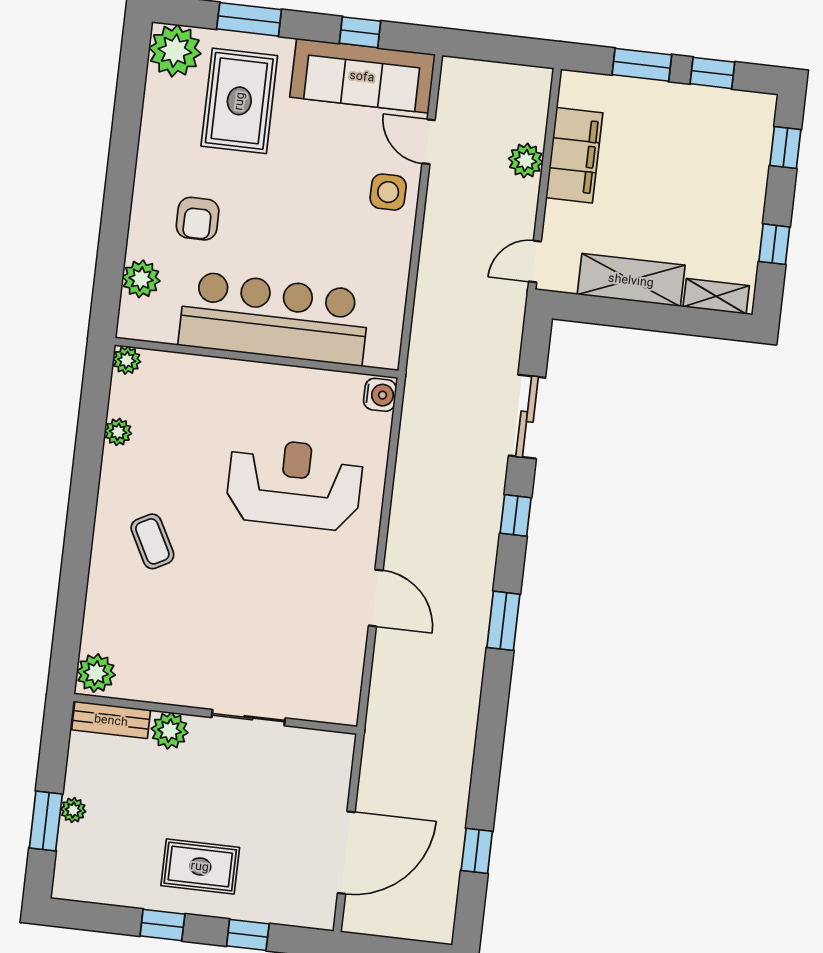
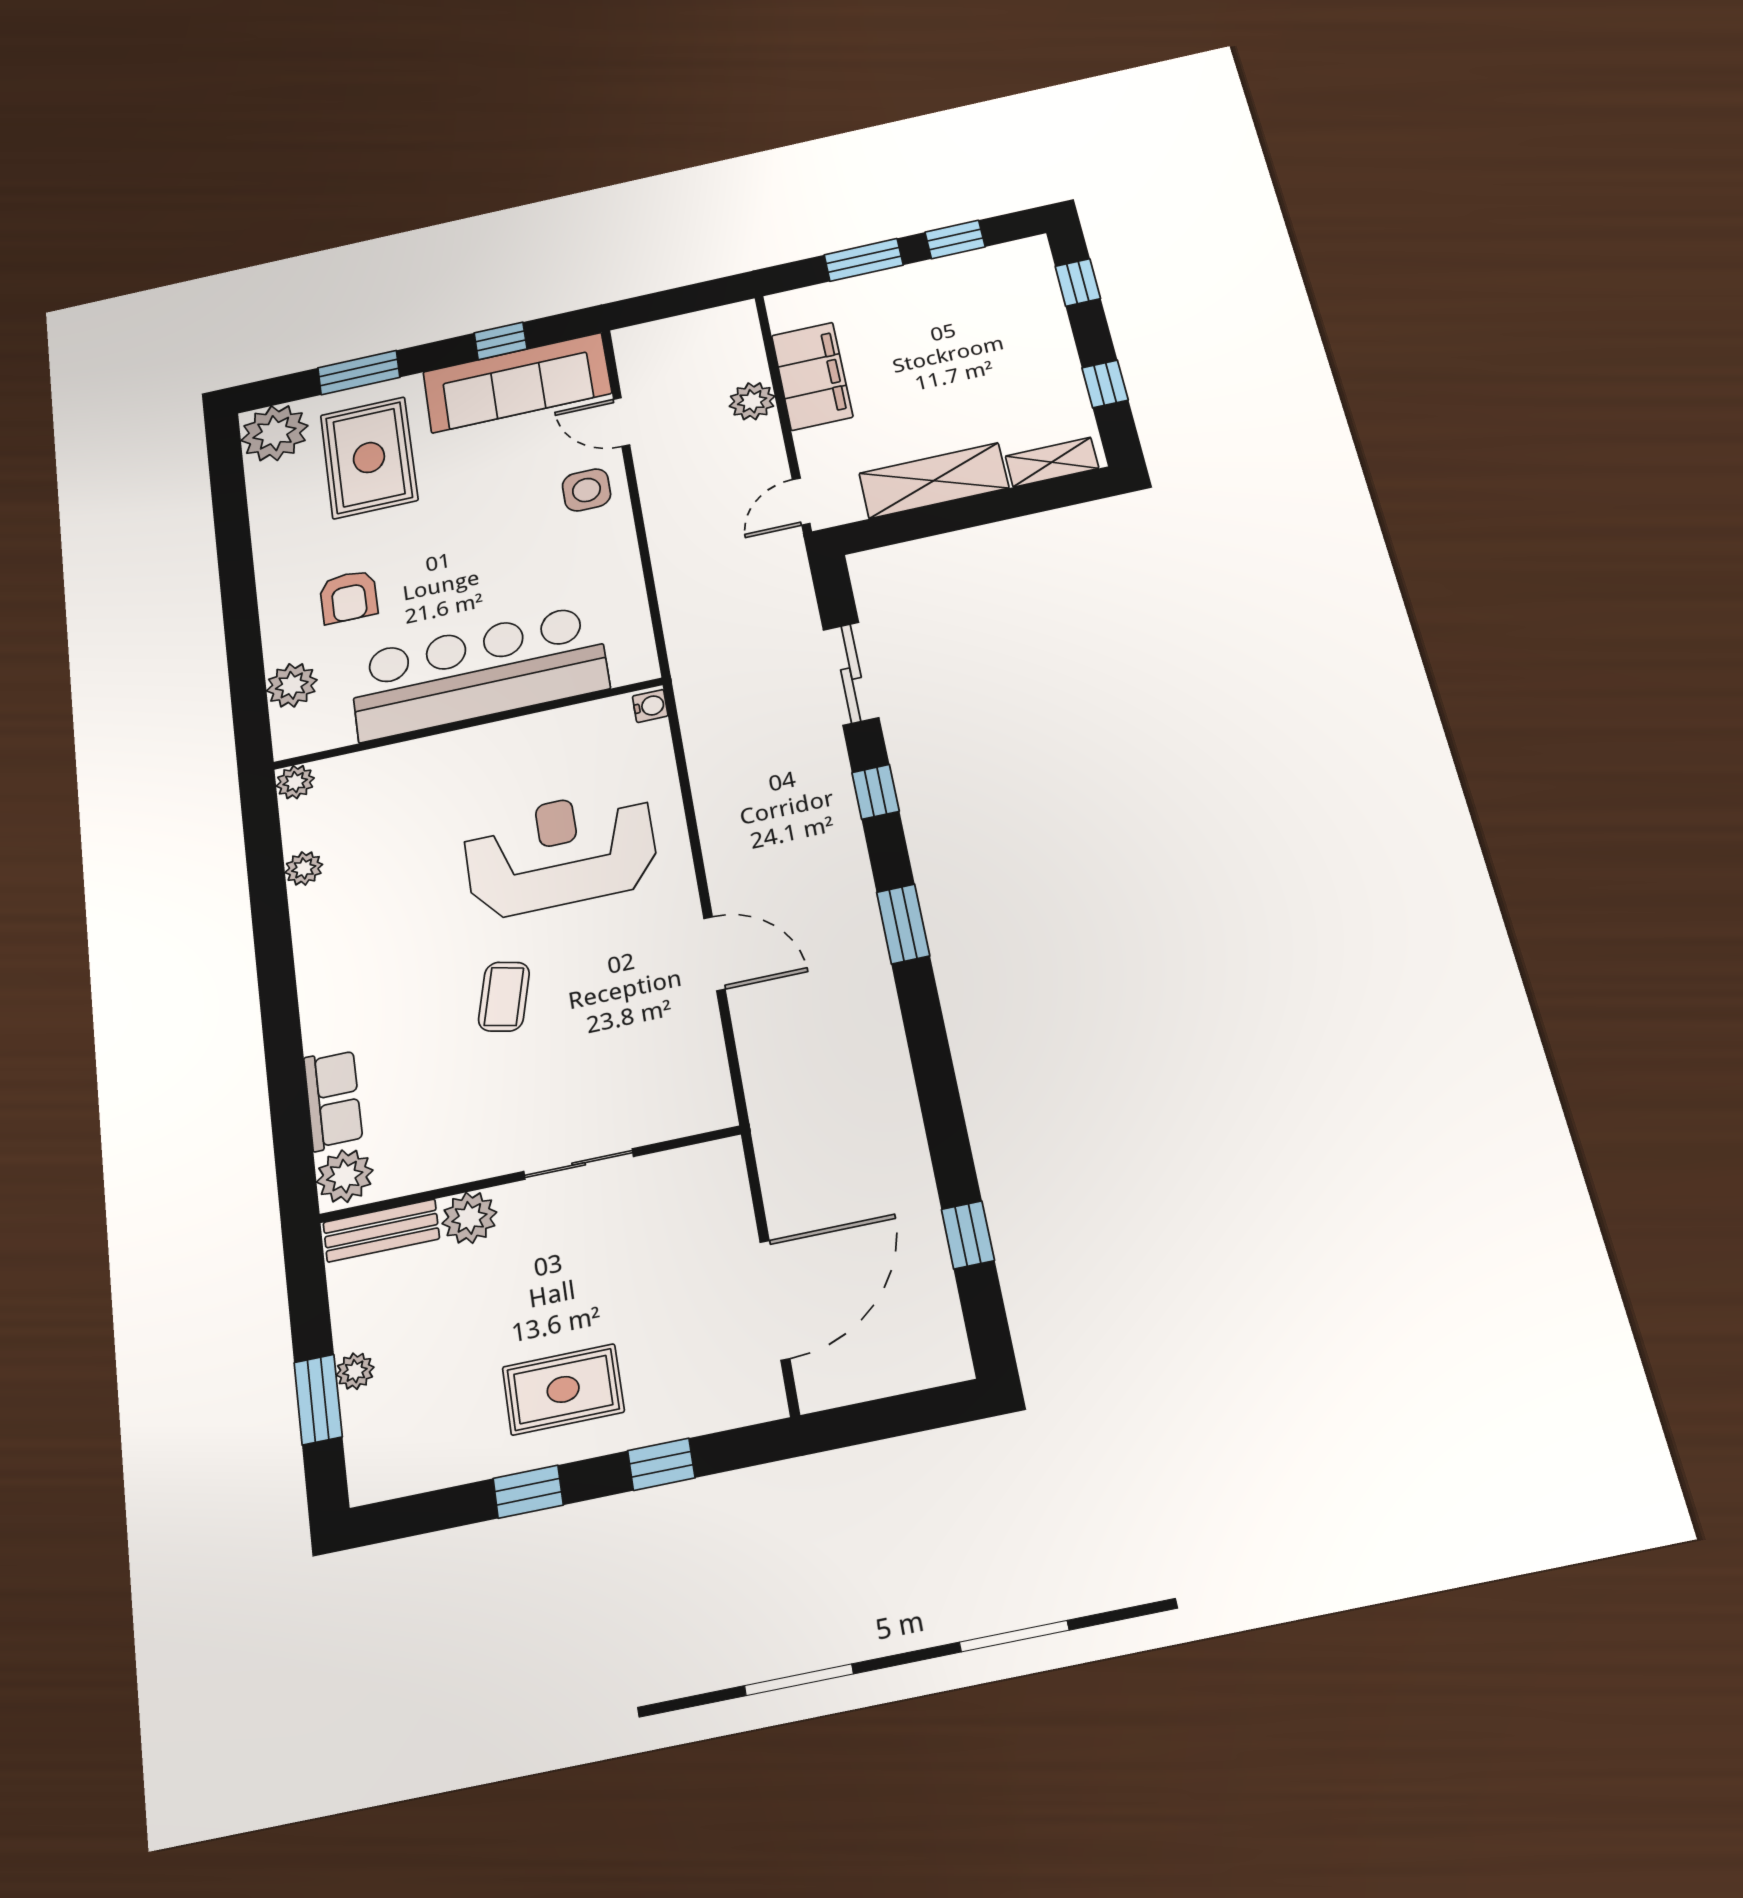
water cooler: (380, 395) -> (650, 706), width x0.72, depth x0.72
coffee table: (152, 541) -> (504, 997), moved, turned 42
row of seats: (100, 615) -> (333, 1100), added

